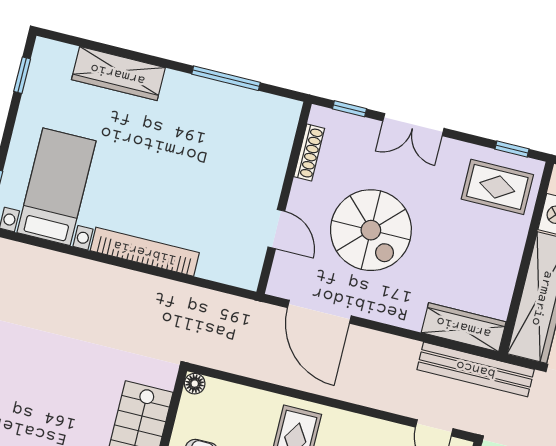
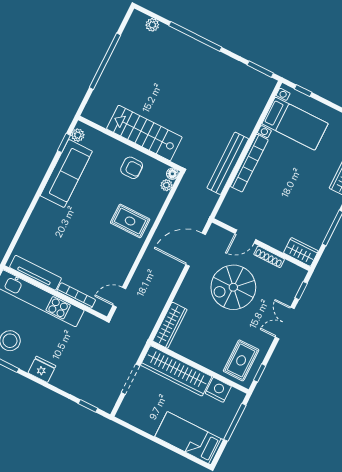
wardrobe: (281, 125) -> (301, 252), added
shoe rack: (309, 153) -> (269, 257), moved
bench: (476, 369) -> (228, 163), moved
plant: (217, 389) -> (166, 185), added

